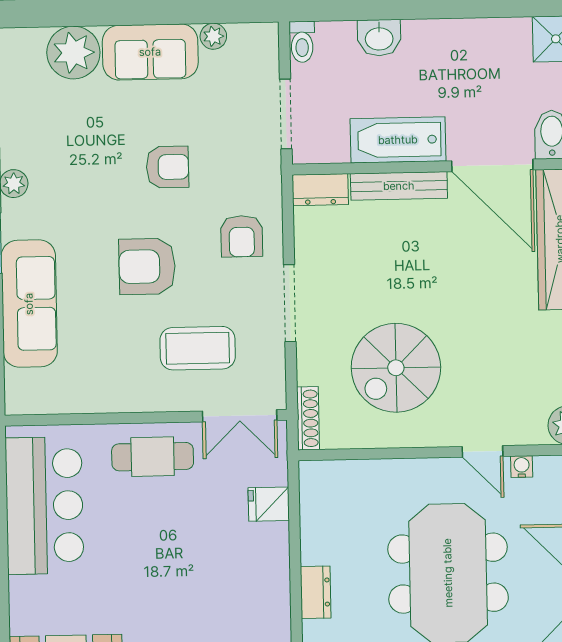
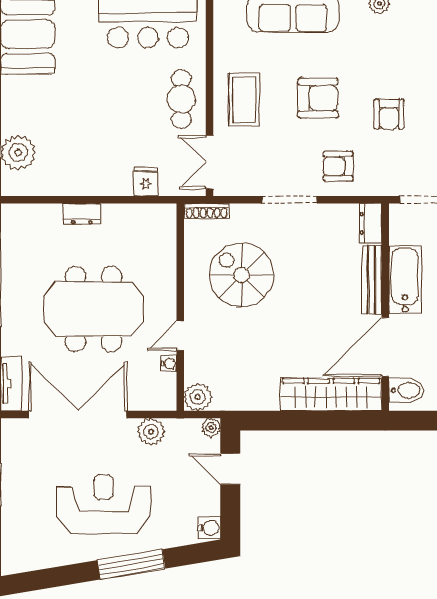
armchair: (147, 266) -> (318, 98), turned 90
coffee table: (198, 348) -> (244, 100), moved

